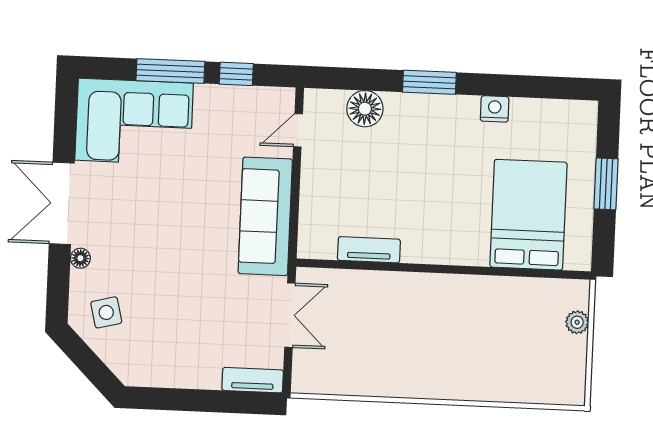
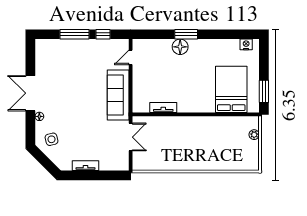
floor lamp: (365, 109) -> (180, 47), moved
nightstand: (495, 109) -> (246, 44), moved
corner sofa: (134, 122) -> (60, 57), removed
window: (606, 184) -> (264, 91), moved
tv unit: (253, 380) -> (86, 166), moved

